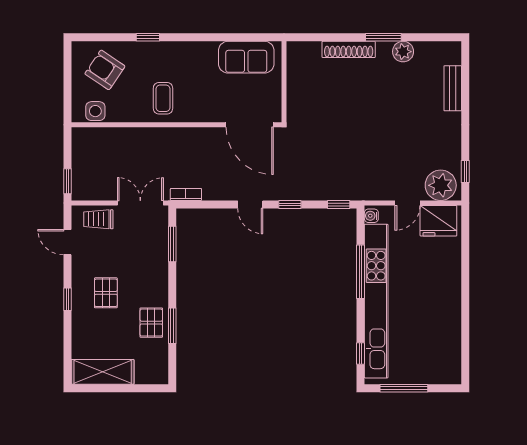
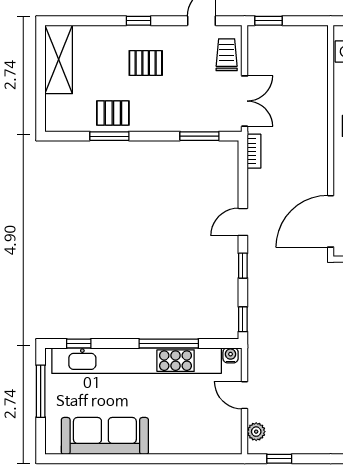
plant: (441, 185) -> (256, 432), width x0.53, depth x0.53
fridge: (438, 221) -> (225, 429), removed
sofa: (445, 330) -> (105, 436), added

